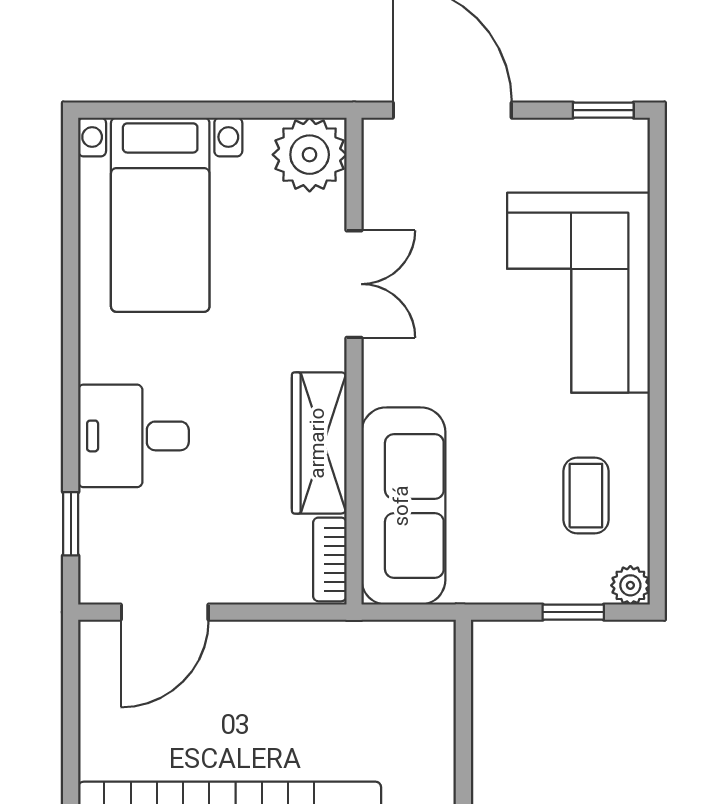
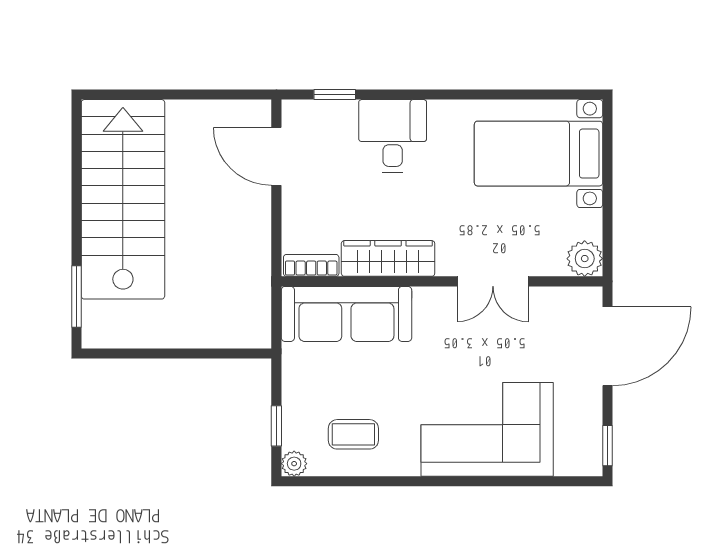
plant: (310, 155) -> (585, 259), width x0.73, depth x0.73

